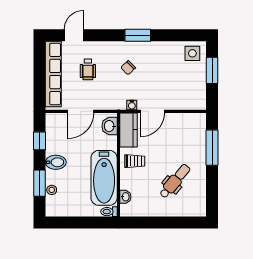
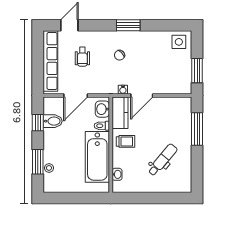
window: (212, 70) -> (197, 71), moved
bidet: (56, 162) -> (53, 121), moved
toilet: (109, 212) -> (102, 126), moved

